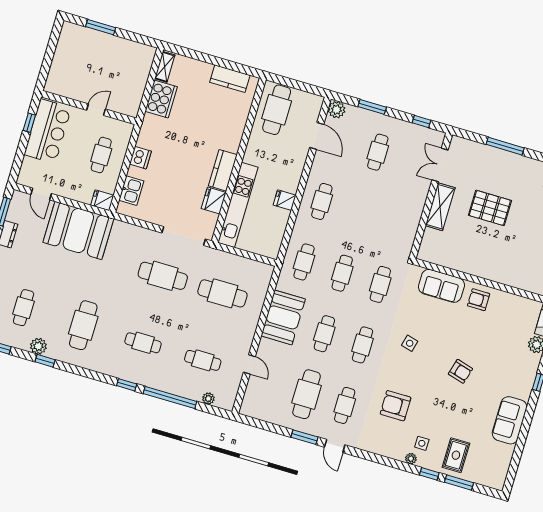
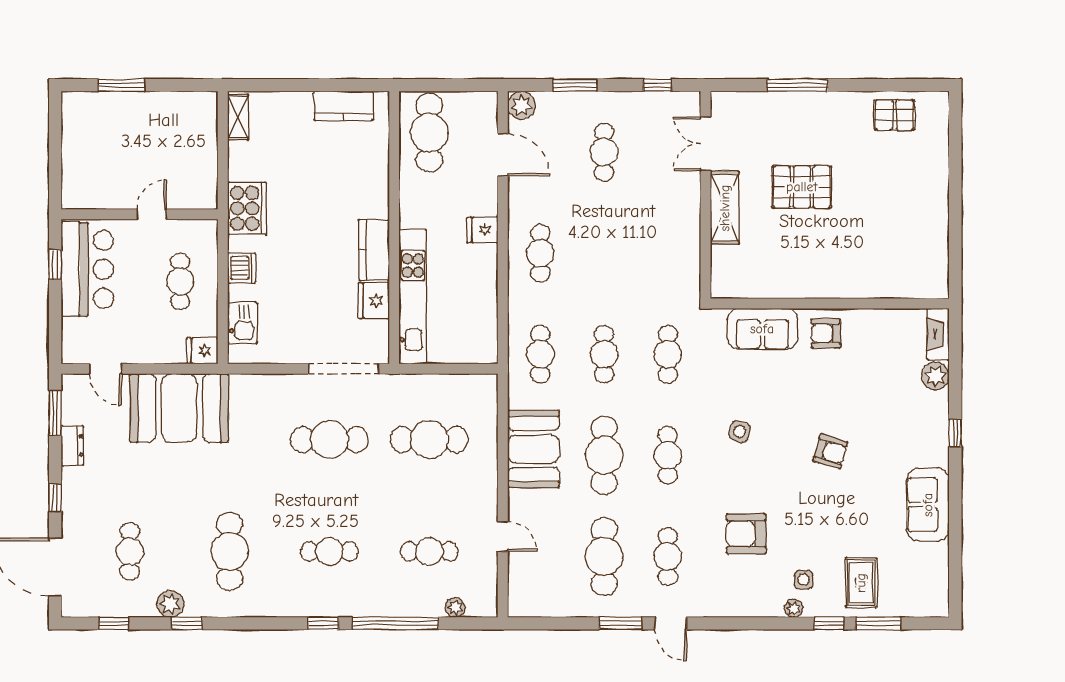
cooker: (161, 99) -> (247, 208), moved
fridge: (285, 200) -> (483, 230), moved
cafe table: (324, 334) -> (604, 455), width x1.37, depth x1.35

